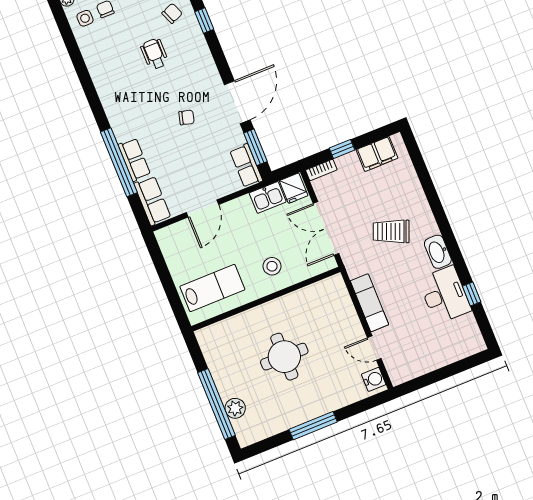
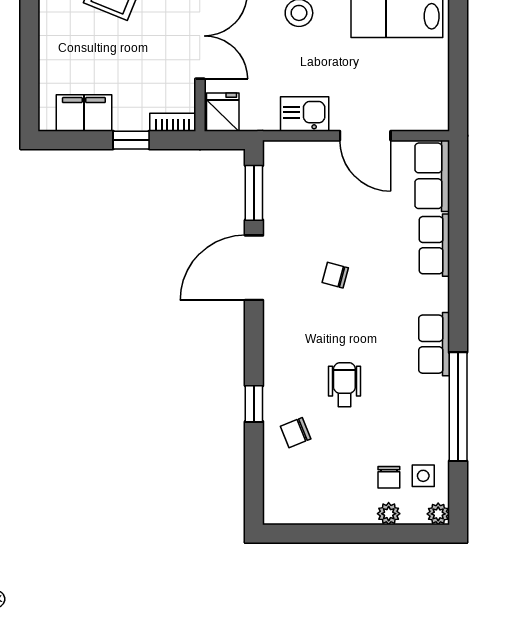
wheelchair: (154, 54) -> (344, 385), turned 180
window: (119, 162) -> (458, 407), moved
row of seats: (246, 166) -> (434, 344), moved, turned 180
kitchen sink: (268, 197) -> (305, 114), moved
door: (202, 209) -> (365, 136), swing flipped

